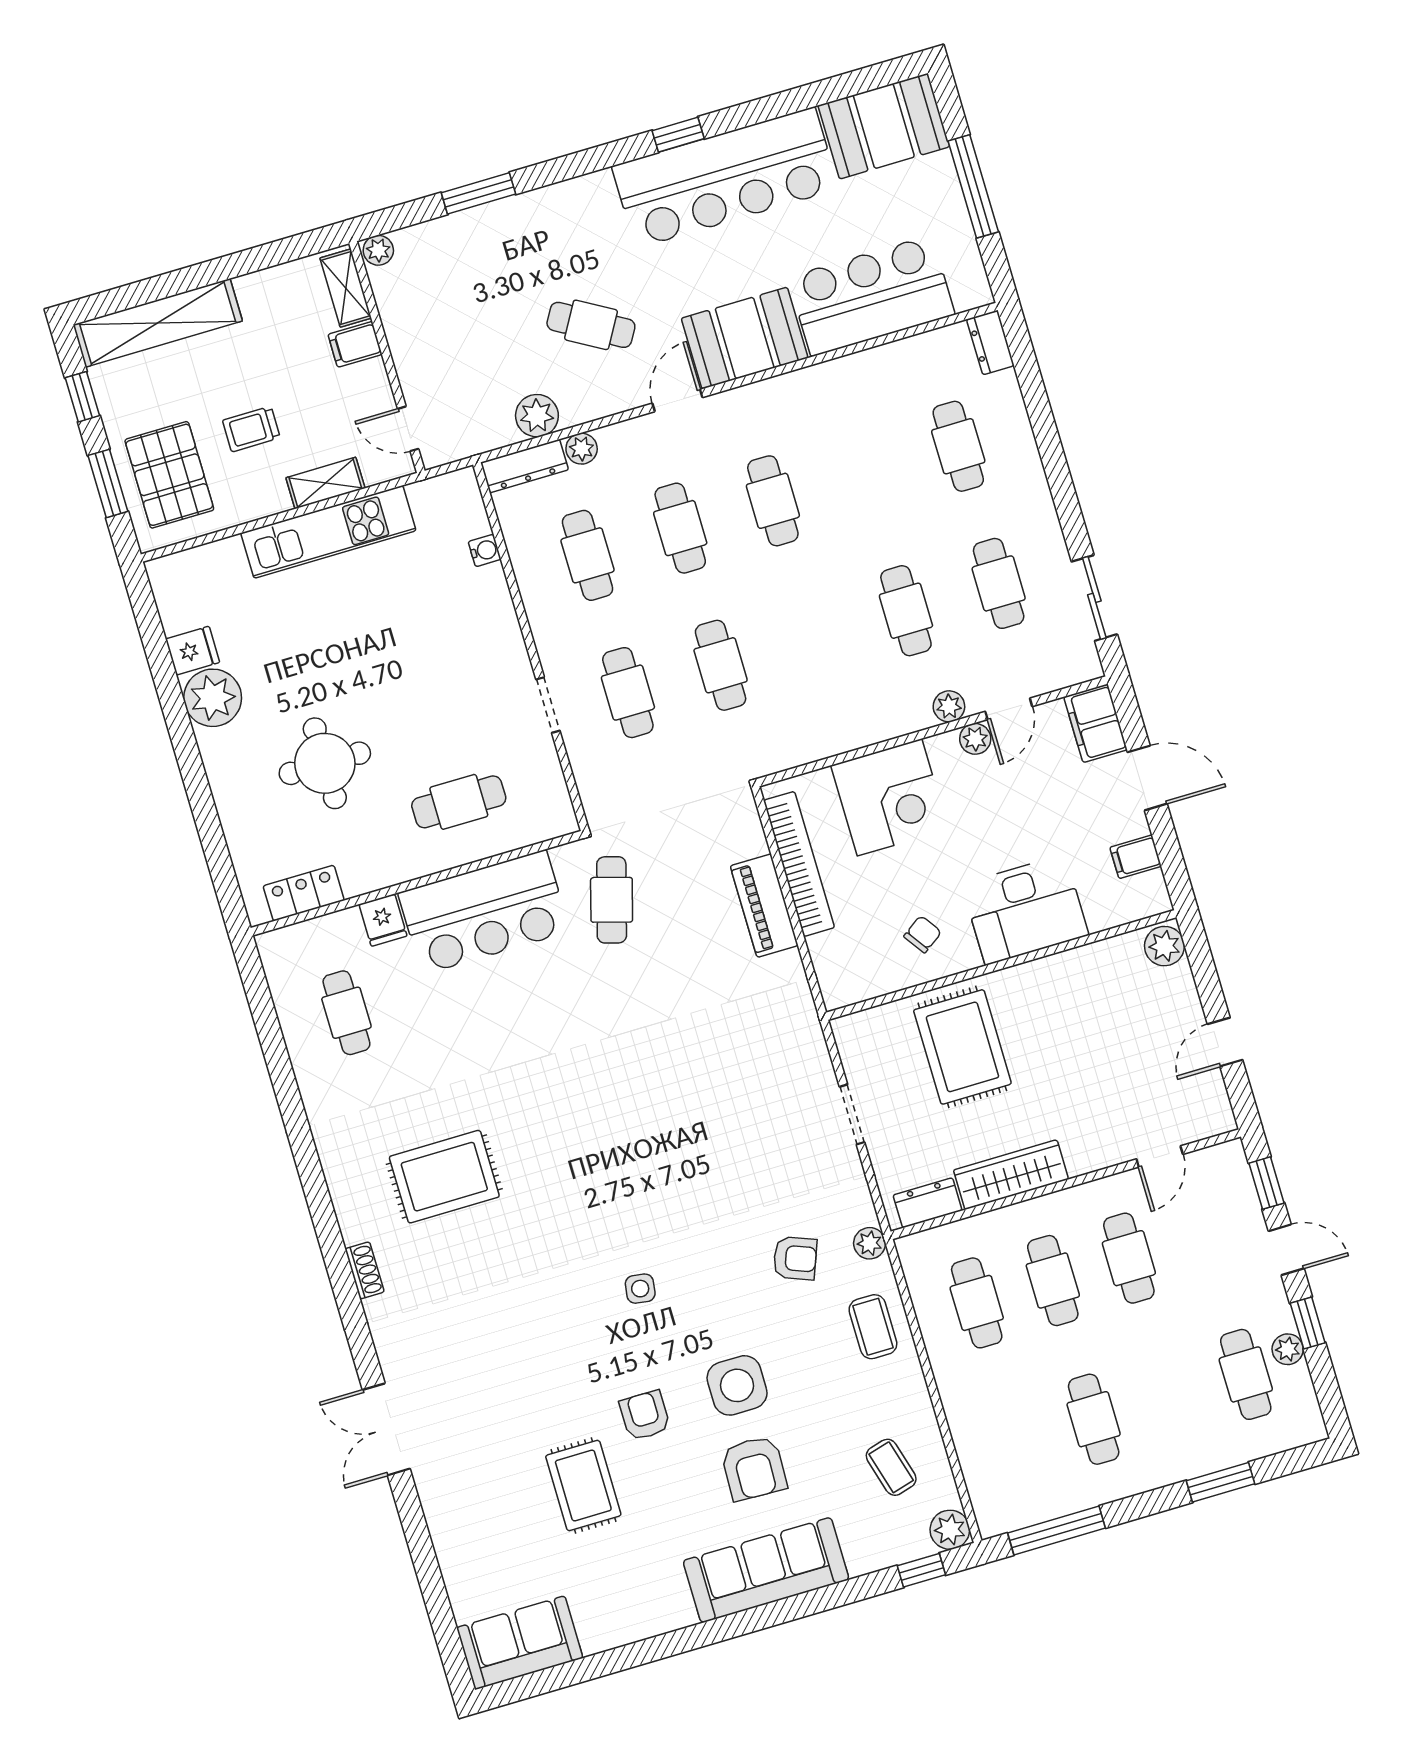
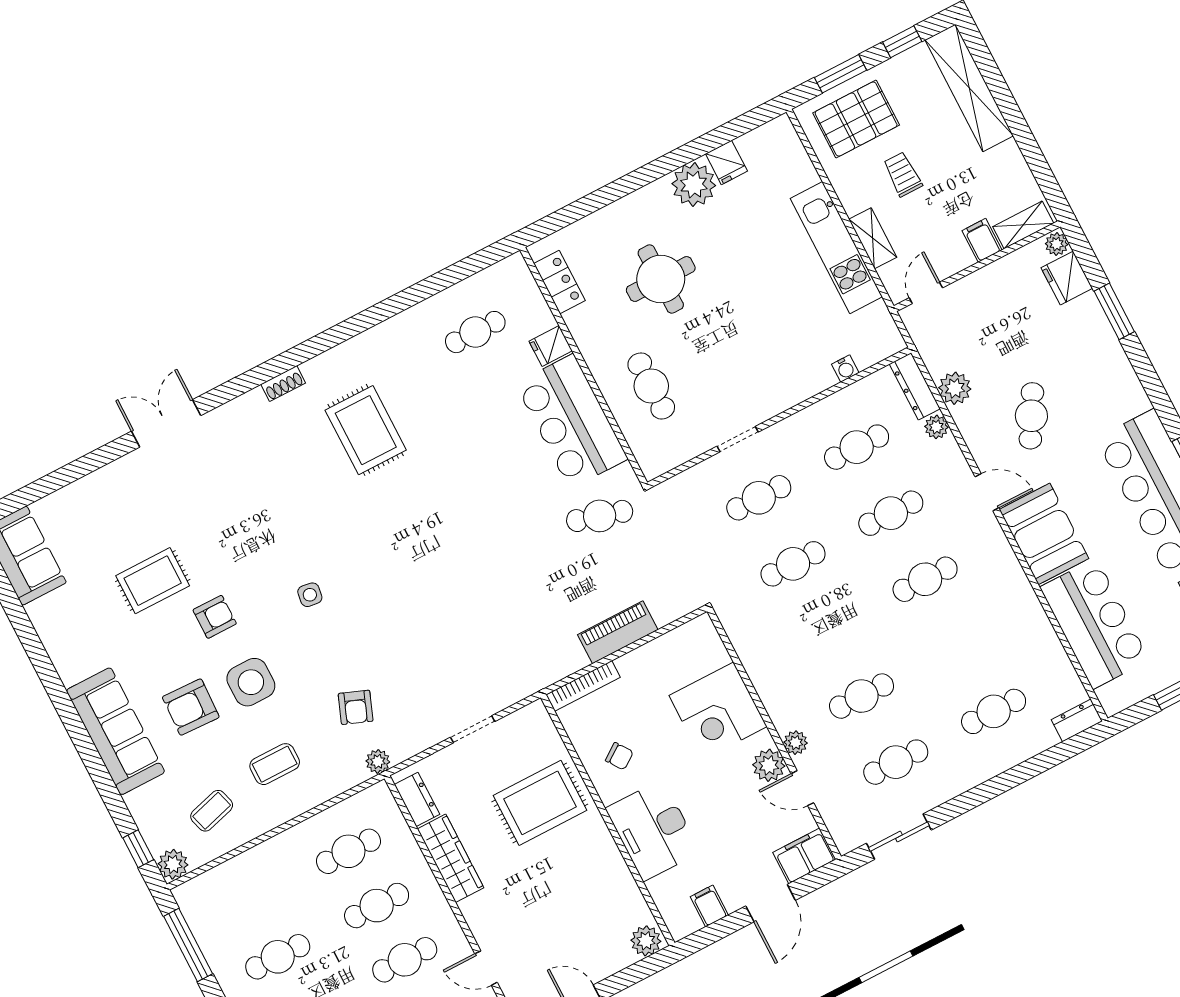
fridge: (424, 246) -> (1067, 278), added
plant: (975, 739) -> (769, 765), width x1.38, depth x1.38
bookcase: (799, 864) -> (583, 686), moved, width x0.68, depth x0.76
coffee table: (873, 1327) -> (275, 764), moved

